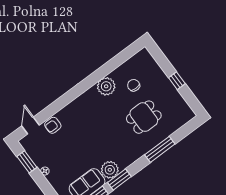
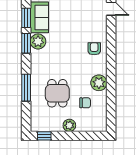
window: (177, 81) -> (44, 136), moved
plant: (165, 84) -> (69, 125), added
armchair: (53, 125) -> (94, 49), moved

